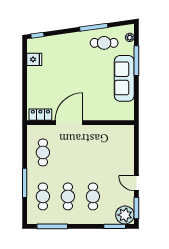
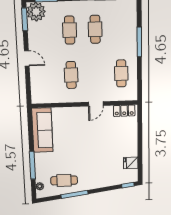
sofa: (124, 78) -> (42, 130), moved
door: (69, 123) -> (96, 104), width x0.53
door: (136, 183) -> (27, 58), moved
cafe table: (43, 196) -> (71, 75), moved

